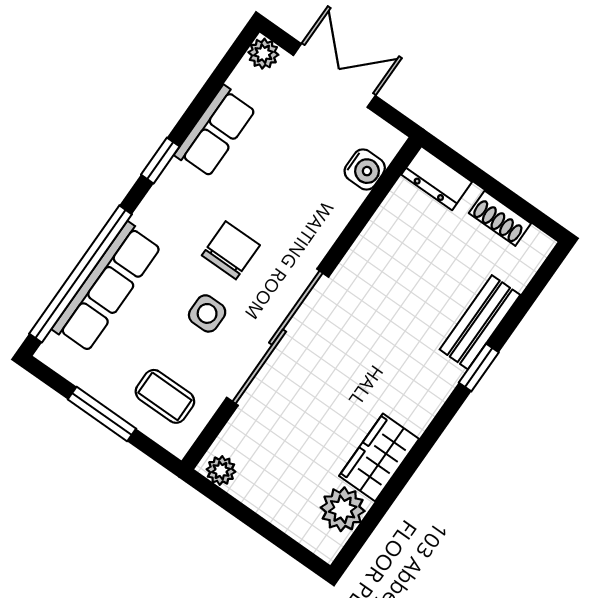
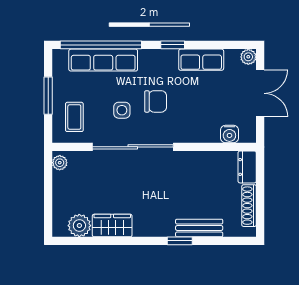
shoe rack: (500, 218) -> (249, 206), width x1.43

